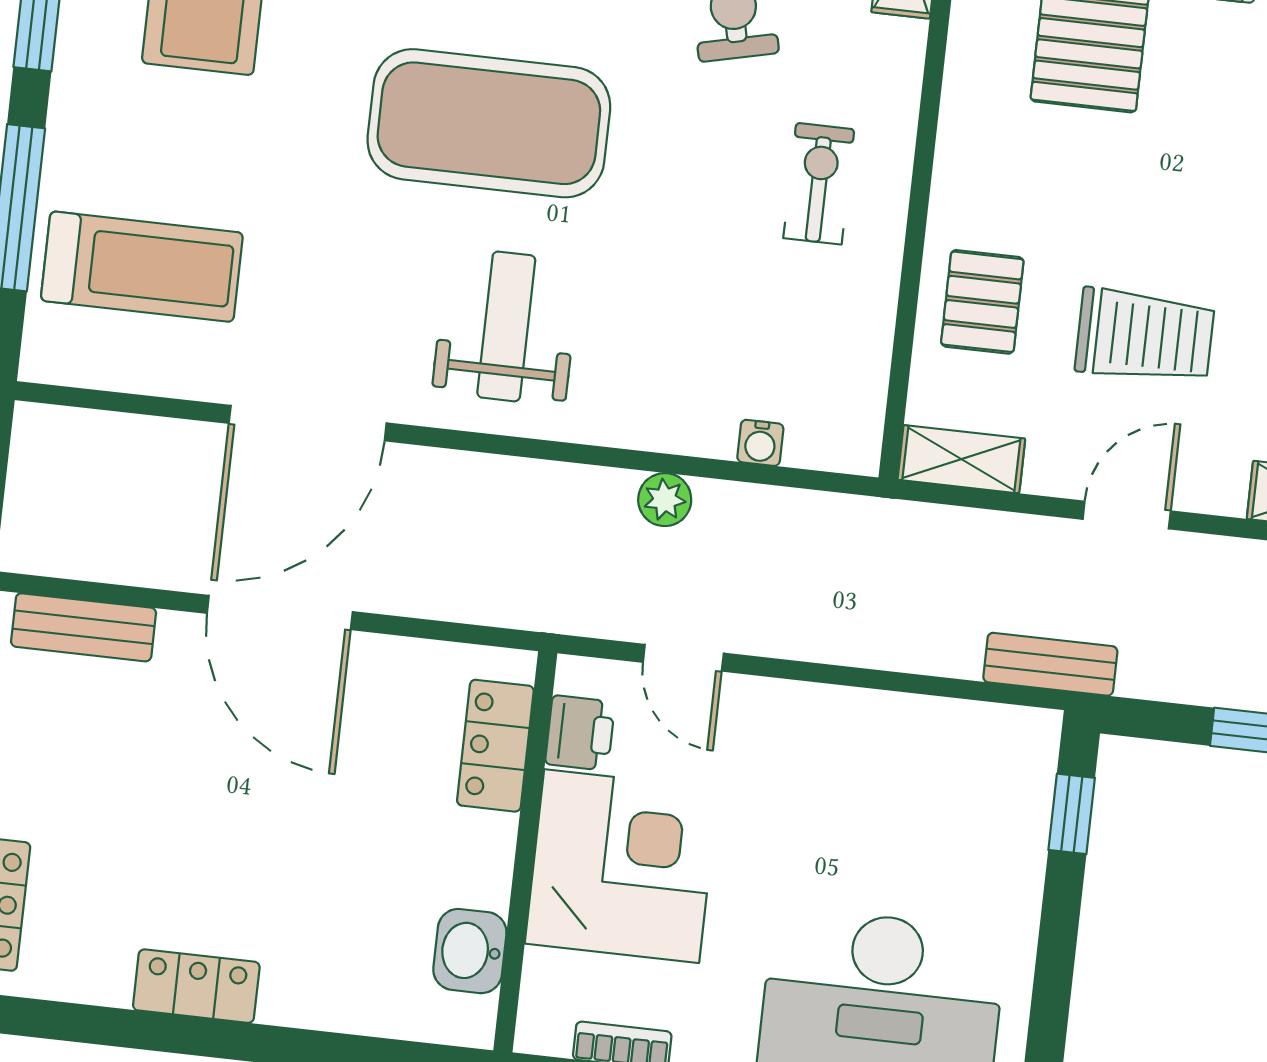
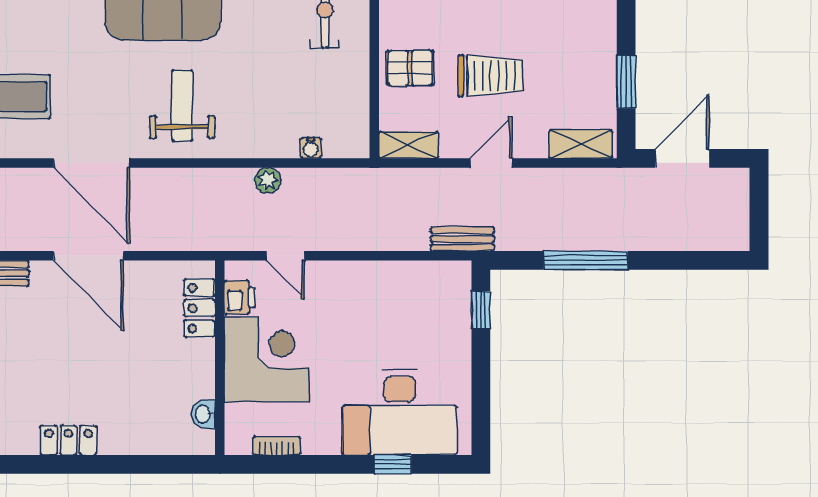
pallet: (982, 302) -> (410, 68), turned 90
door: (308, 423) -> (92, 163), hinge flipped
washbasin: (470, 951) -> (203, 414), width x0.72, depth x0.69

